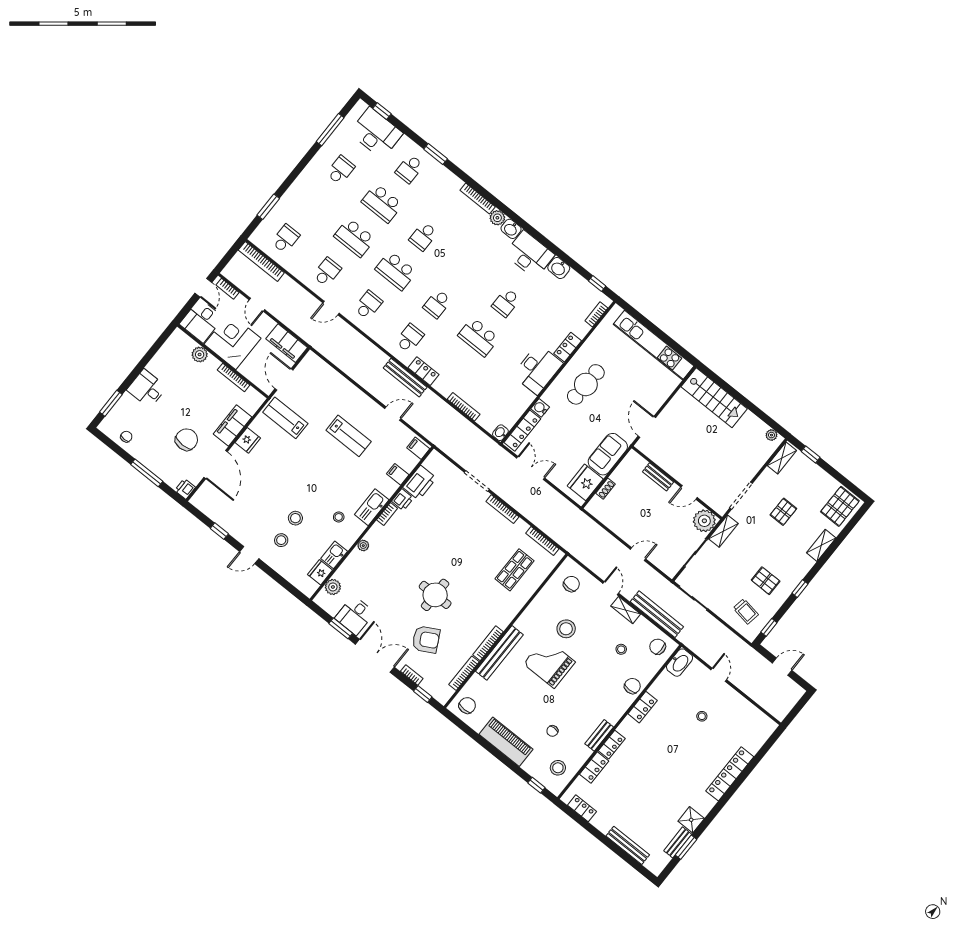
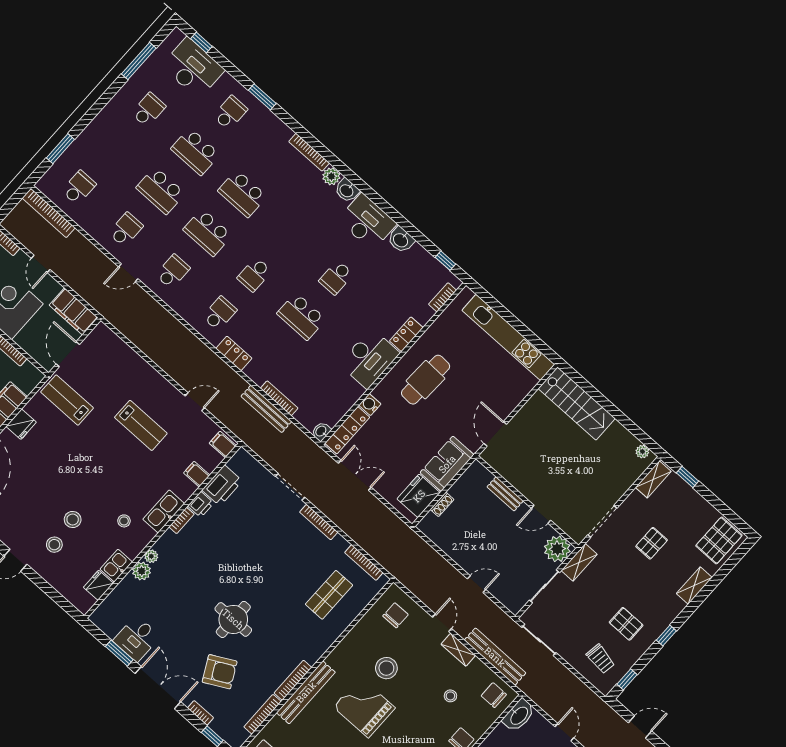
school desk: (409, 169) -> (230, 113), turned 180
school desk: (423, 236) -> (242, 194), width x1.85
bench: (405, 378) -> (266, 409), moved
plant: (333, 587) -> (142, 571), moved

